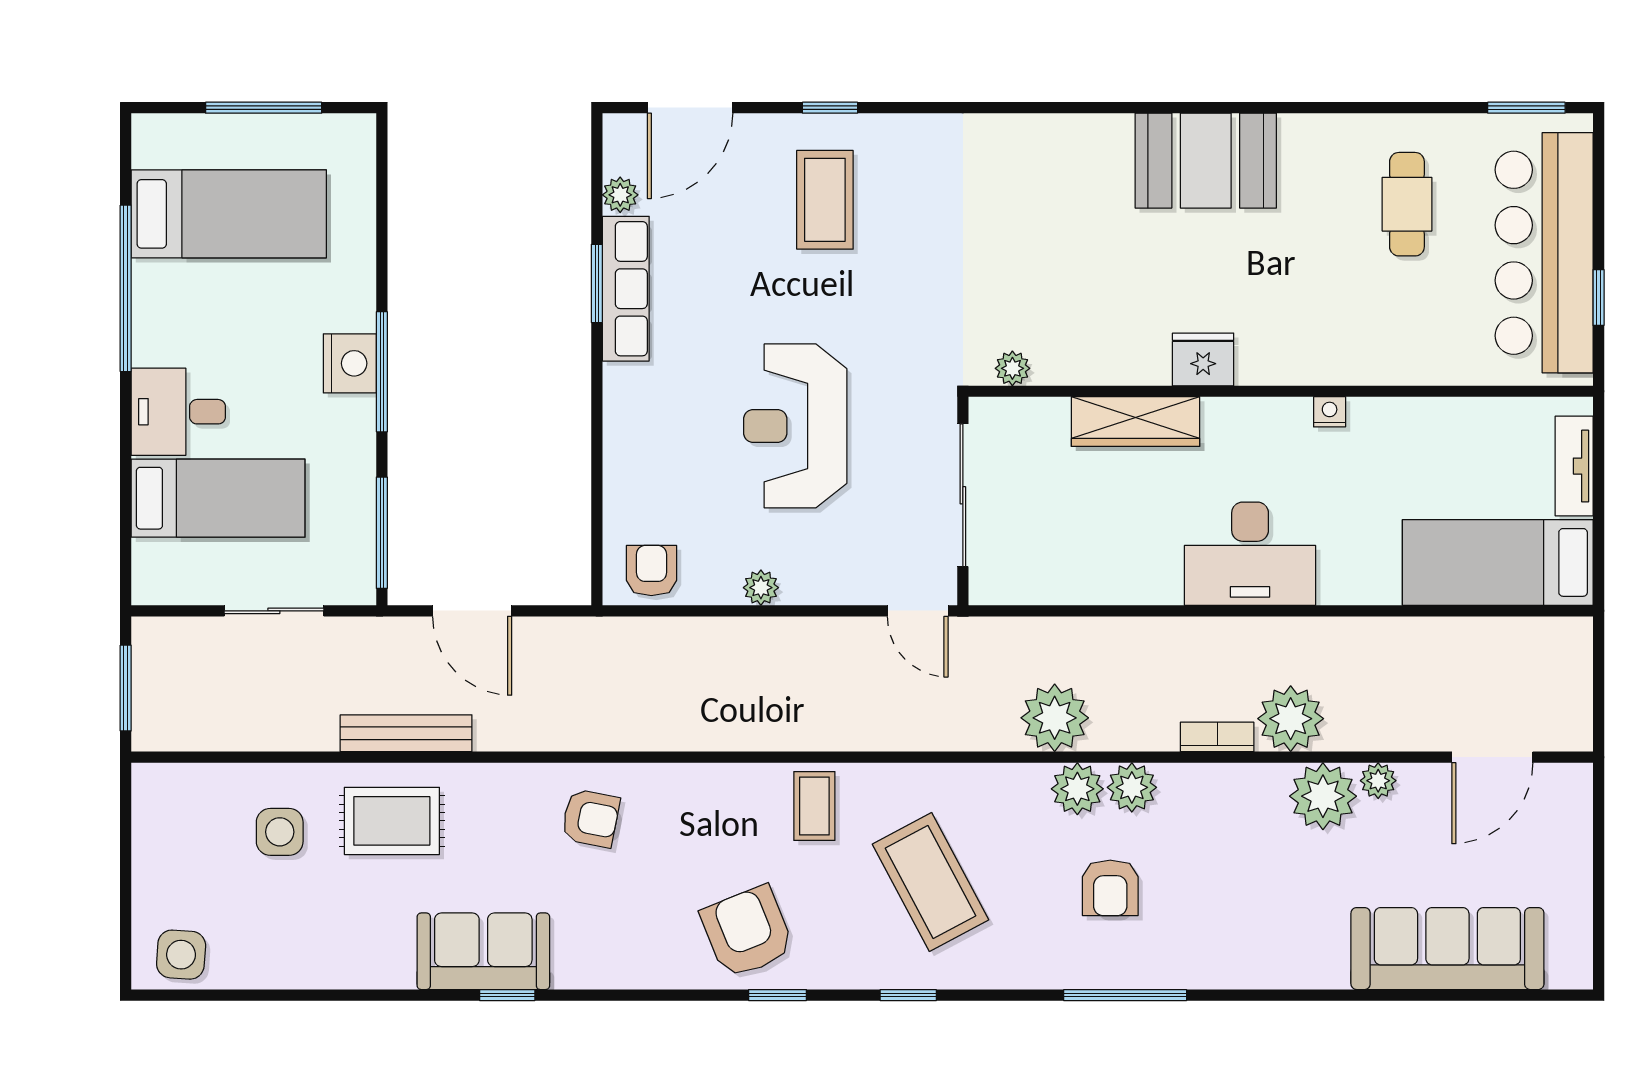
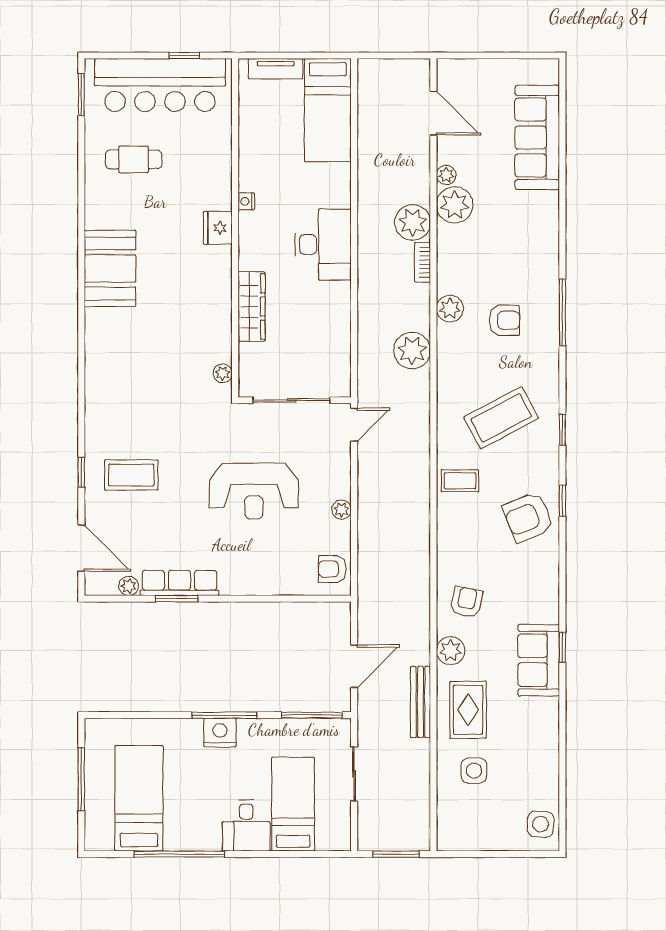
fridge: (1203, 359) -> (218, 228), moved
plant: (1077, 789) -> (451, 651), moved

